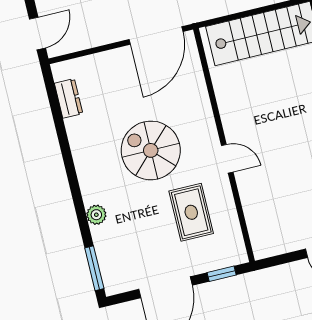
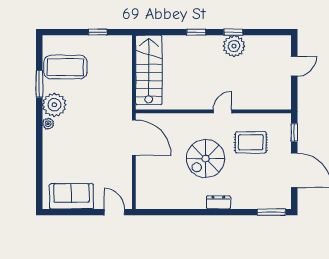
dresser: (69, 98) -> (218, 202), moved
plant: (96, 215) -> (238, 203), removed

